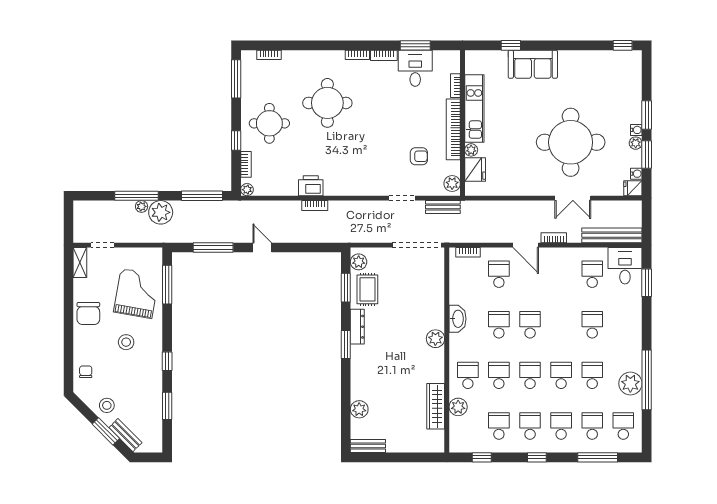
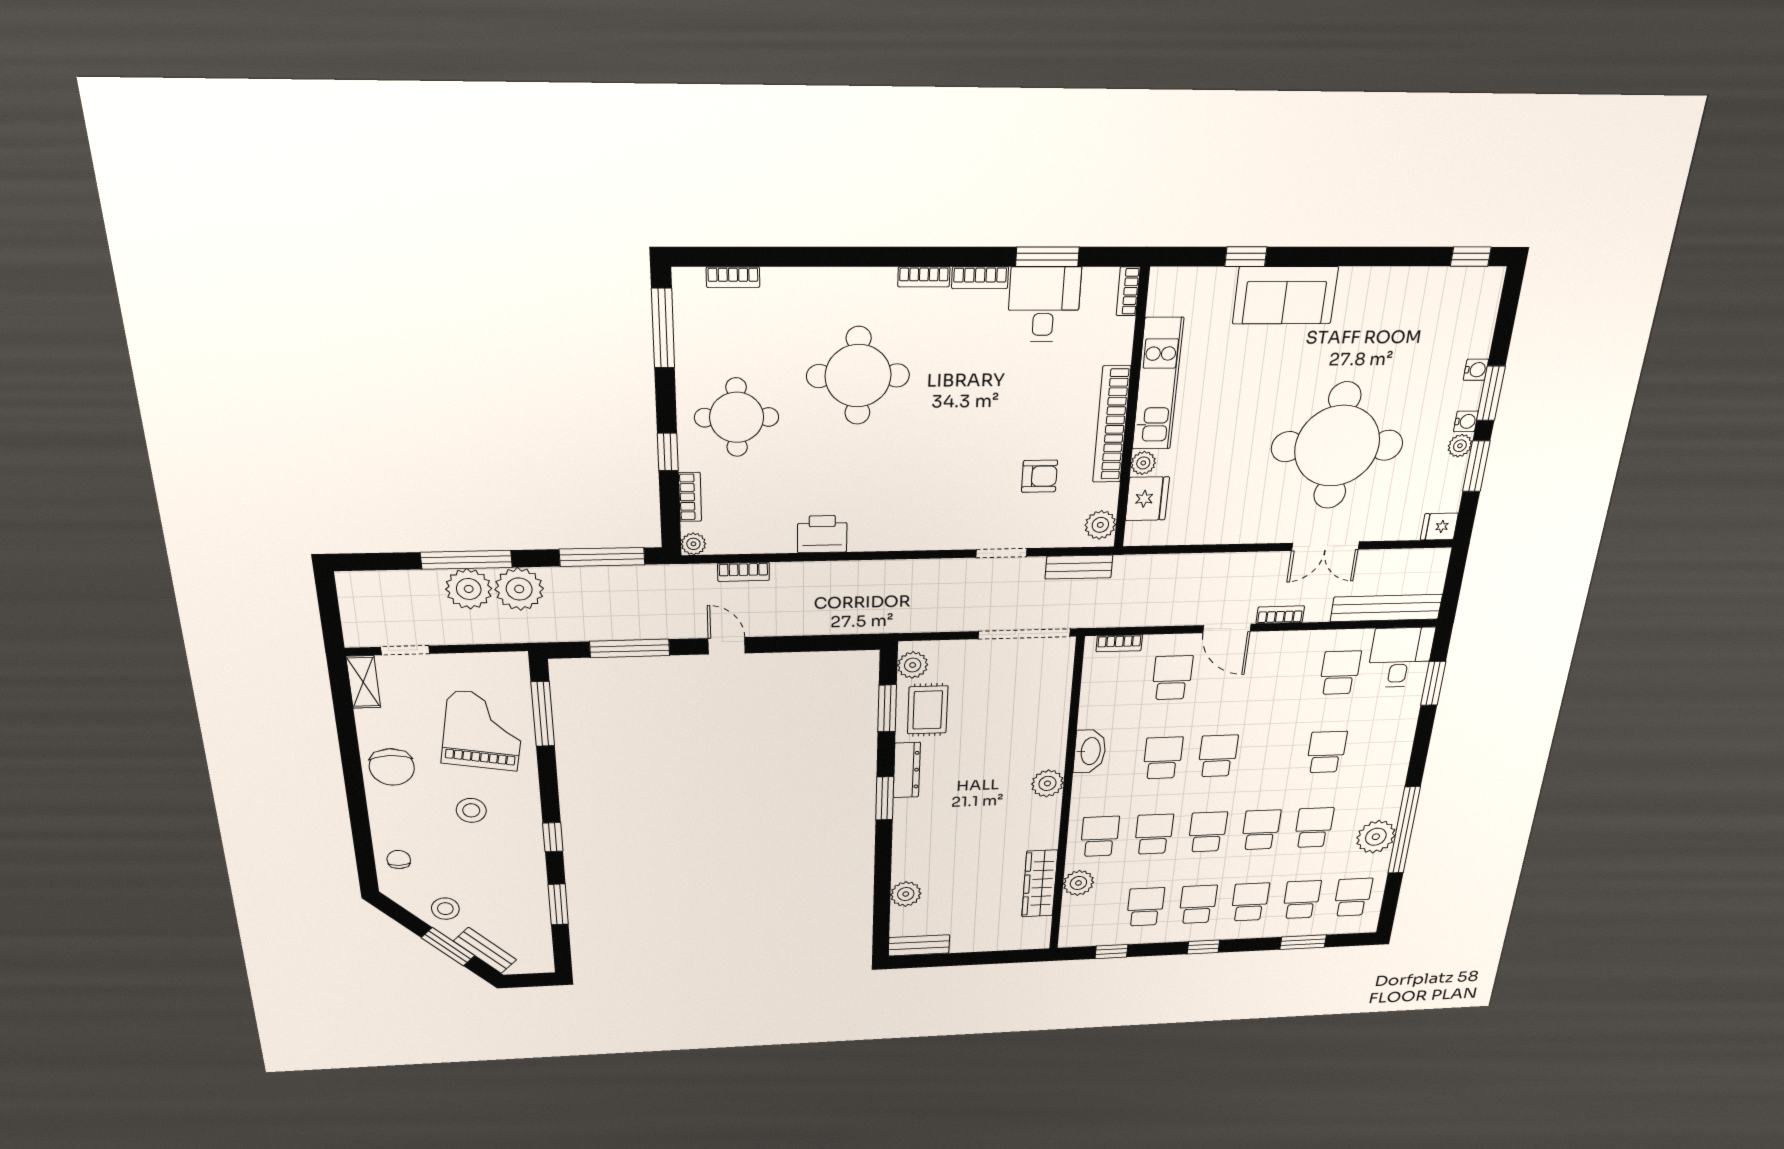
bookcase: (455, 86) -> (1128, 291), moved
water cooler: (636, 174) -> (1476, 370), moved
plant: (142, 206) -> (469, 589), width x1.88, depth x1.88
bookcase: (315, 206) -> (743, 572), moved
window: (598, 457) -> (1303, 942), width x0.69

